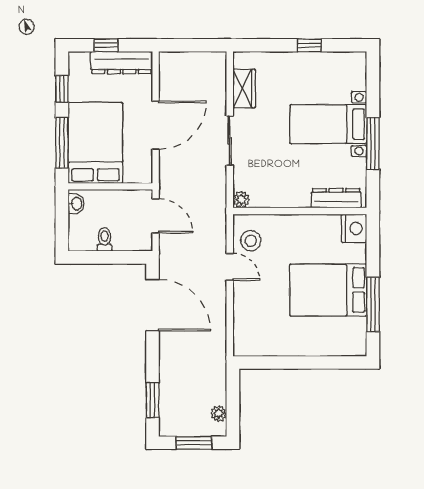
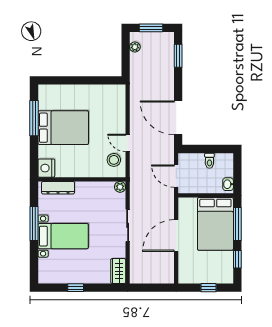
dresser: (122, 63) -> (198, 276), removed
wardrobe: (244, 89) -> (118, 271), moved

